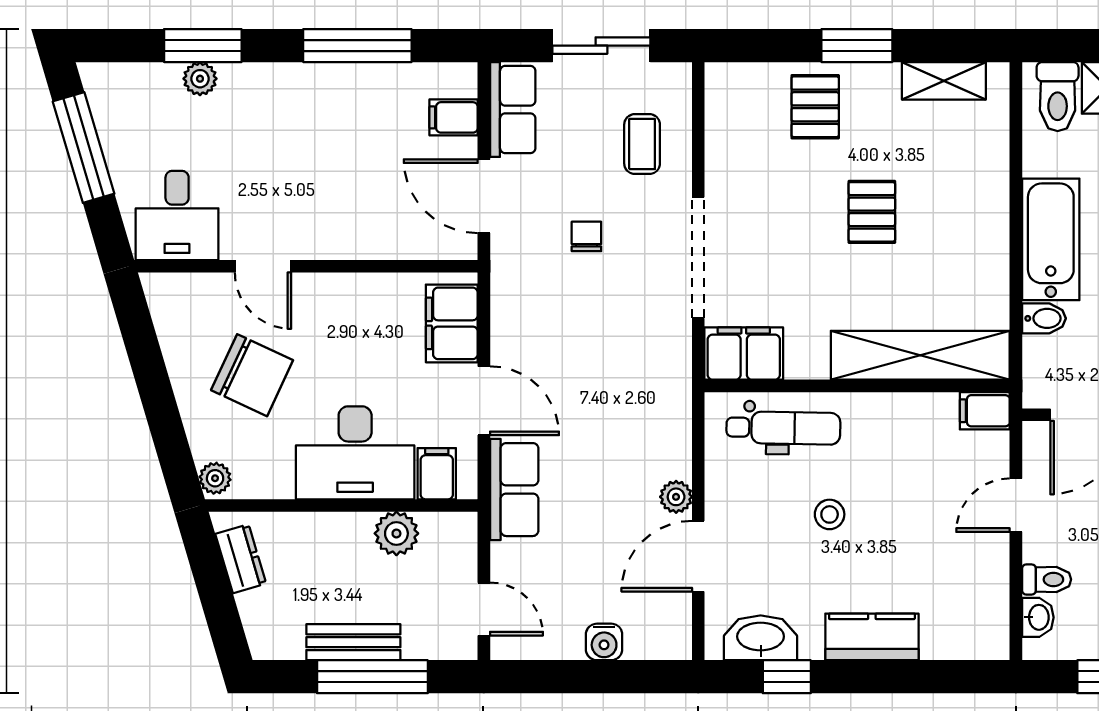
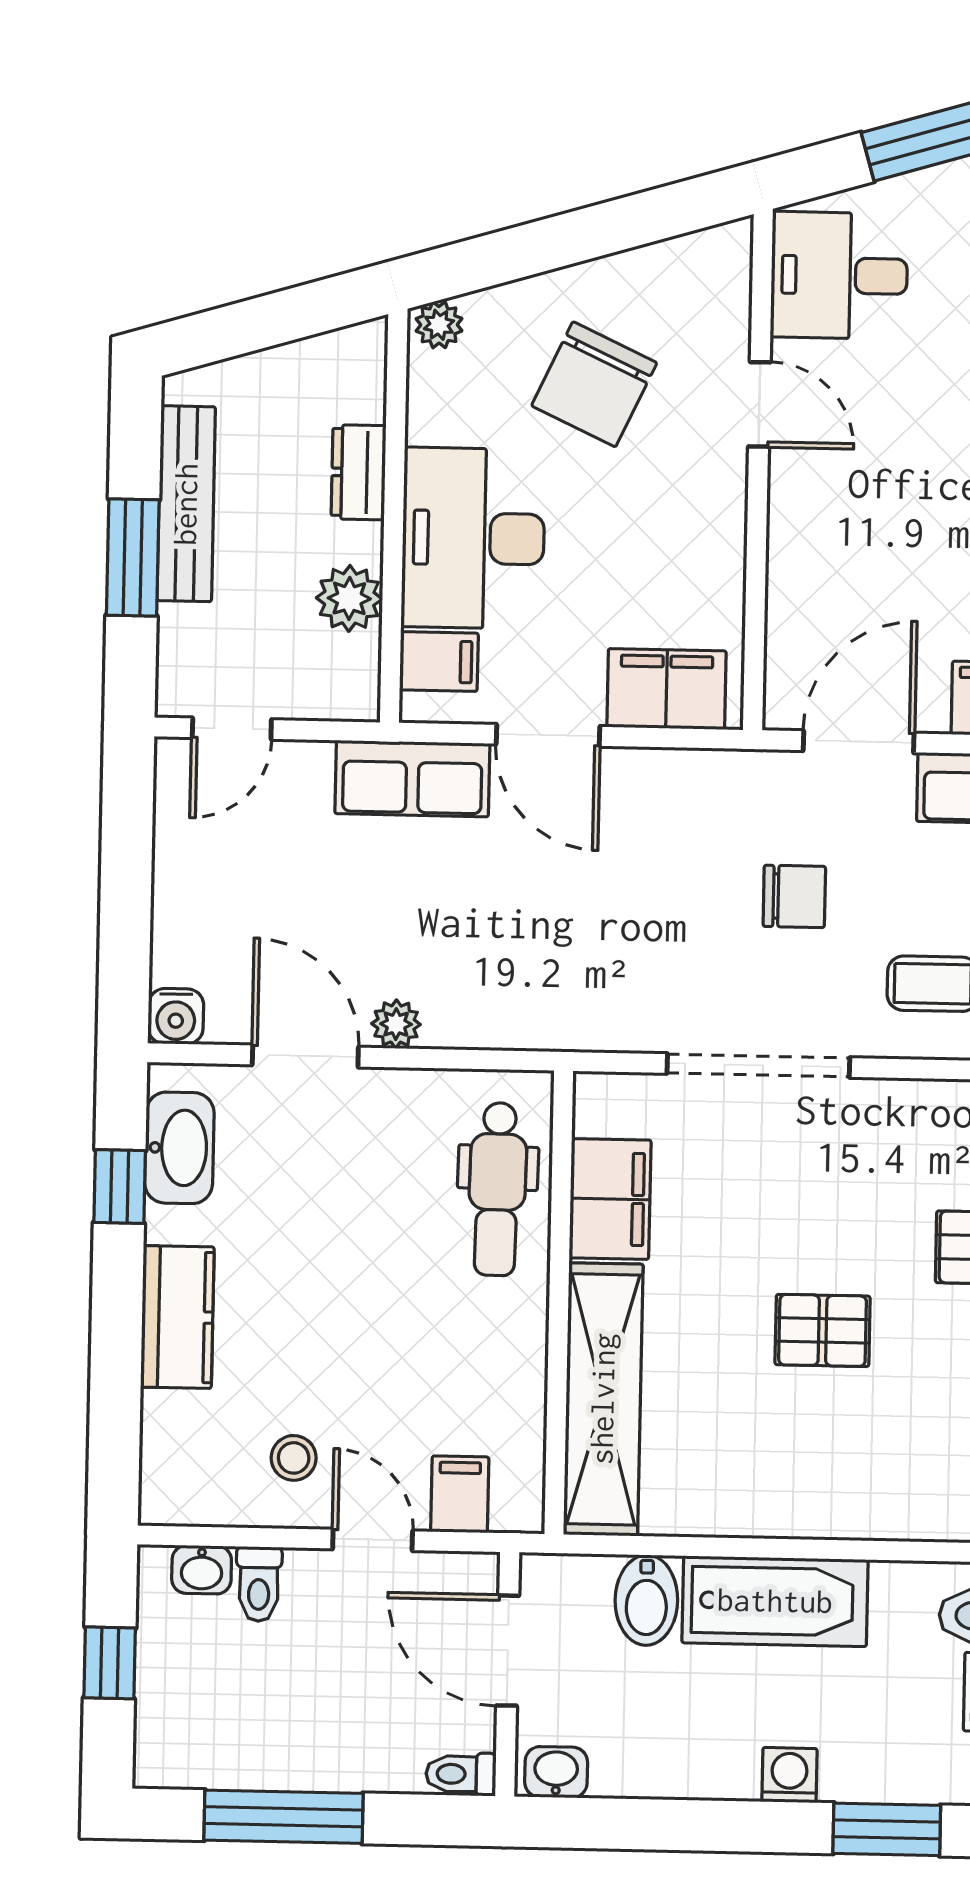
chair: (586, 236) -> (794, 896), width x1.37, depth x1.37
door: (263, 266) -> (759, 404), swing flipped
bidet: (1044, 318) -> (646, 1600), width x1.38, depth x1.36
filing cabinet: (744, 353) -> (610, 1199), moved
door: (484, 401) -> (548, 735), hinge flipped
filing cabinet: (985, 411) -> (460, 1494), moved
stool: (830, 514) -> (294, 1458), moved
dresser: (241, 559) -> (359, 472), moved, turned 106
bench: (353, 642) -> (186, 504), width x1.36
water cooler: (604, 642) -> (176, 1016), moved, turned -90
window: (372, 677) -> (133, 557), width x0.69

